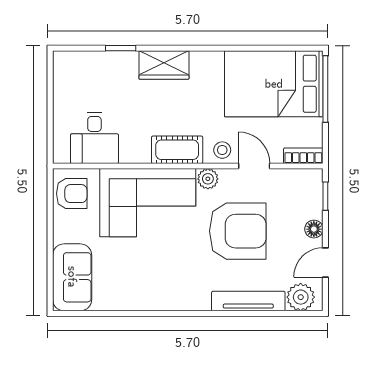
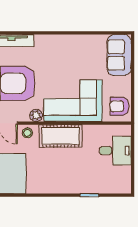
wardrobe: (164, 65) -> (63, 185), removed
desk: (94, 138) -> (115, 151), moved, turned 90
cot: (177, 150) -> (61, 136), width x1.37, depth x1.34

